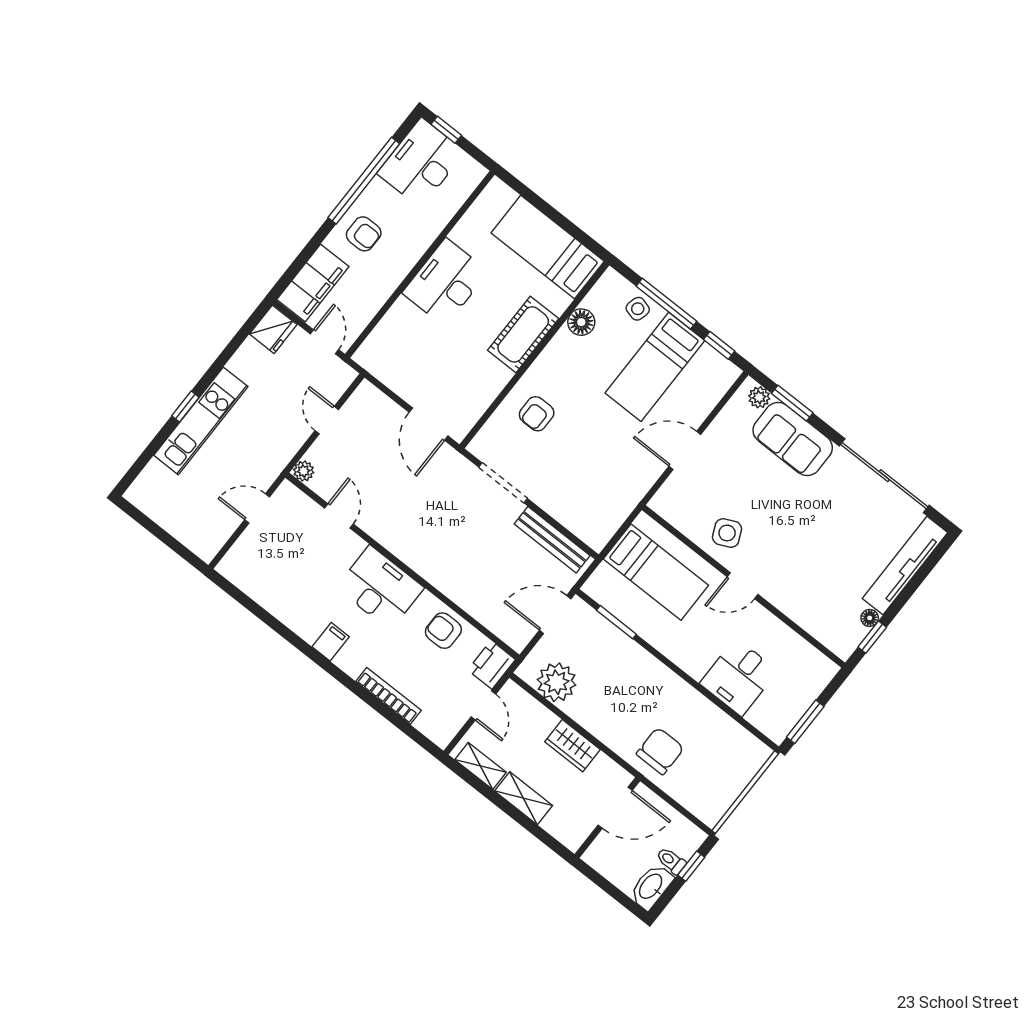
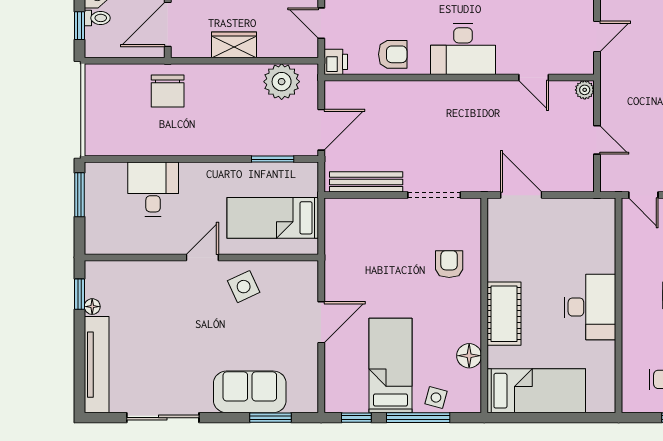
plant: (759, 397) -> (298, 403), removed
sliding door: (884, 476) -> (163, 418), width x0.73
printer: (492, 665) -> (336, 62), width x0.73, depth x0.81

